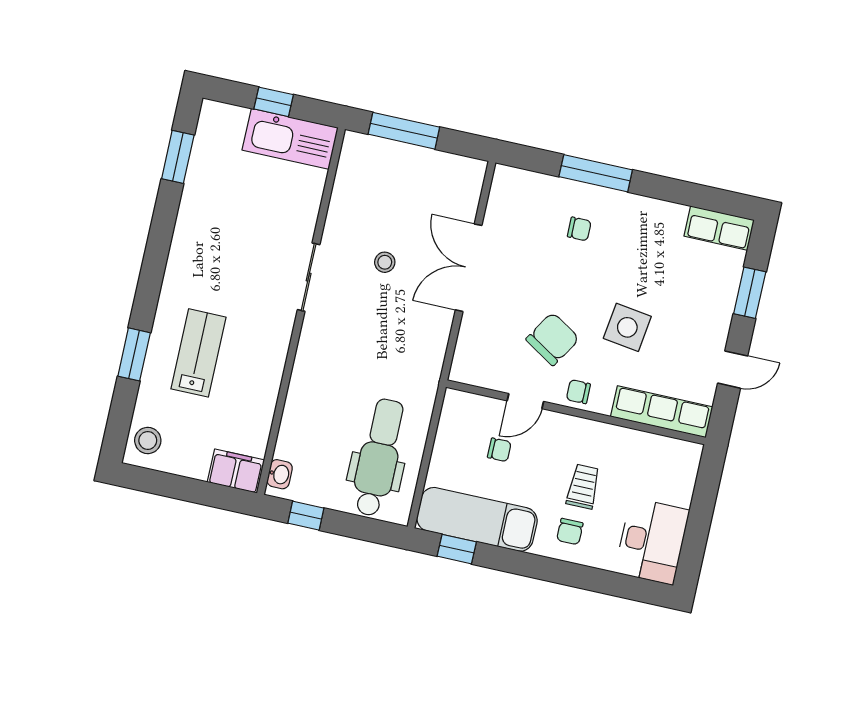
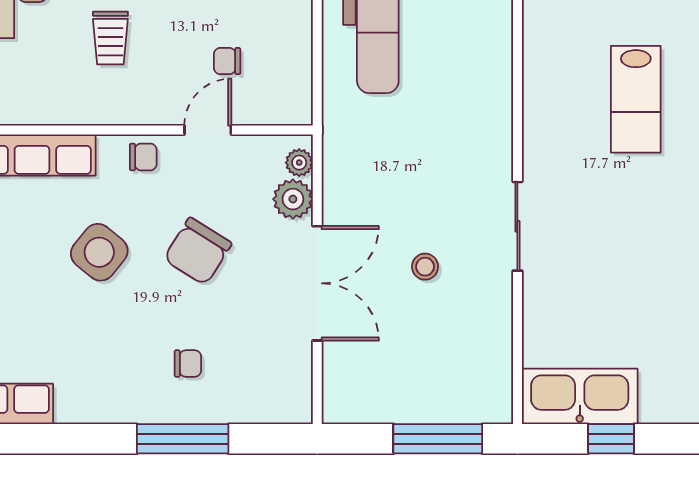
chair: (579, 229) -> (188, 363), turned 180
side table: (627, 327) -> (99, 252), turned 31
plant: (473, 335) -> (293, 199), added
chair: (553, 339) -> (198, 251), moved
plant: (462, 361) -> (299, 163), added

